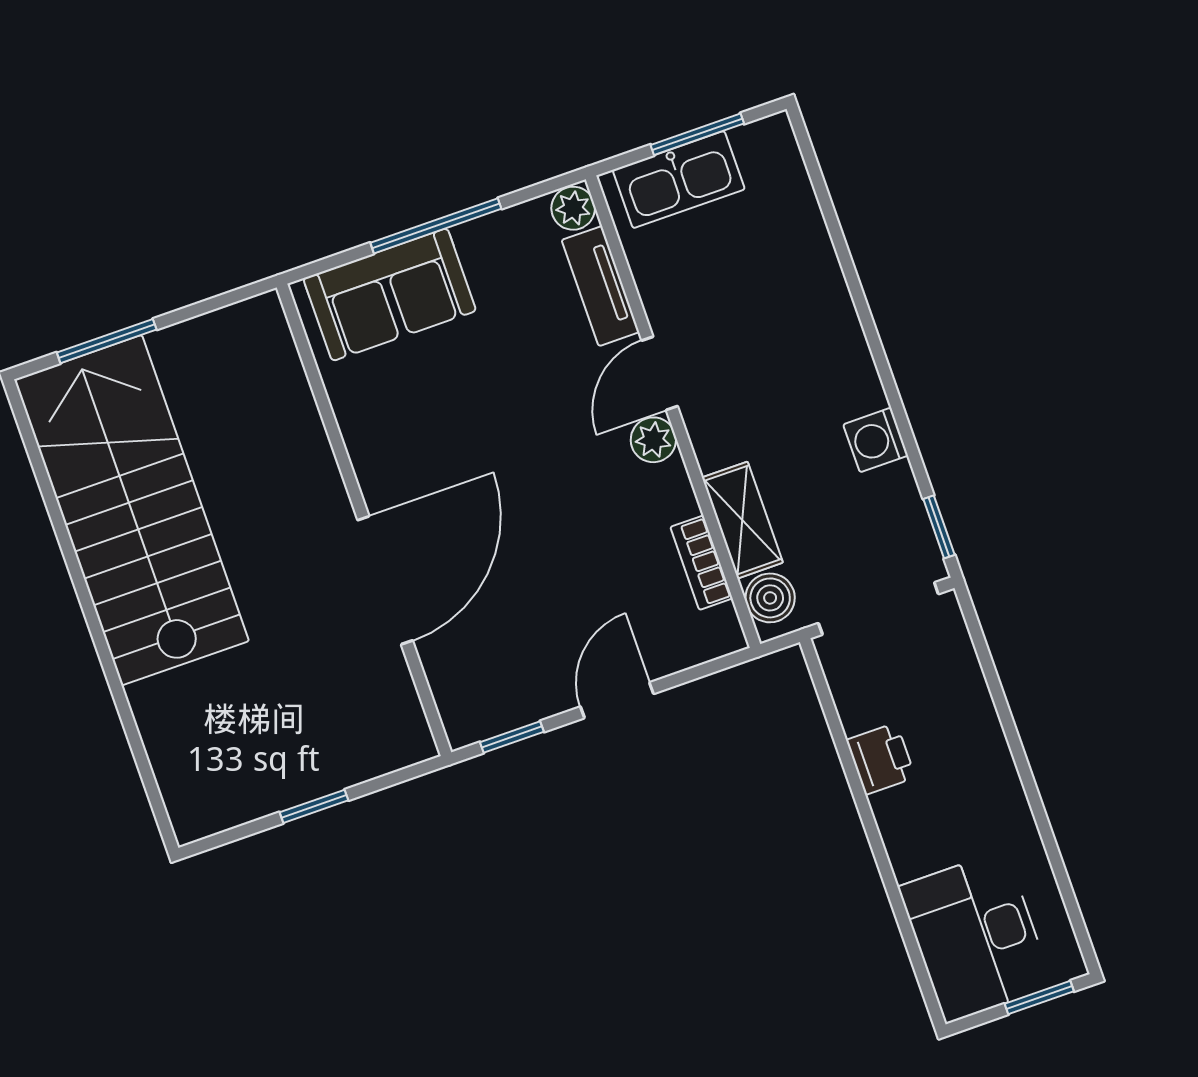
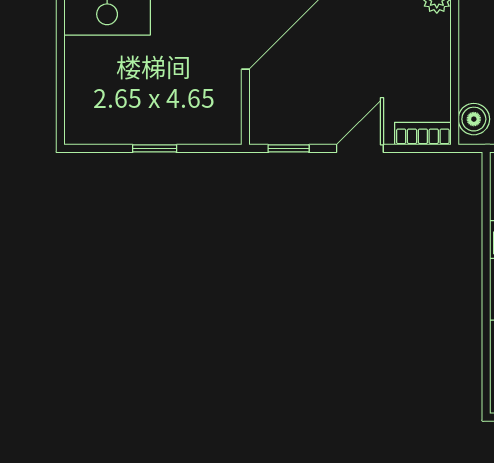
shelving: (742, 520) -> (474, 66), removed
bookcase: (701, 563) -> (423, 134), moved, turned 90

